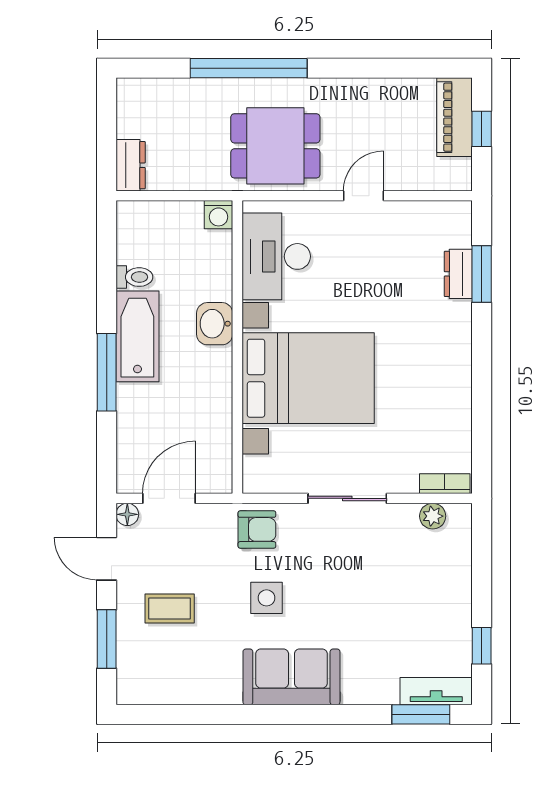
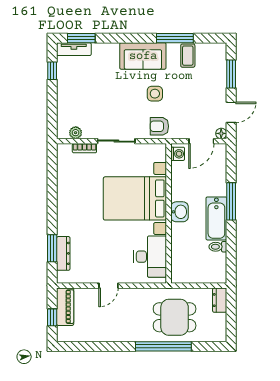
piano: (455, 117) -> (65, 307), moved
dining table: (275, 146) -> (175, 317), moved
washing machine: (218, 215) -> (178, 154), moved, turned 90
dresser: (458, 274) -> (63, 253), width x1.44
washbasin: (215, 324) -> (180, 212), moved
bookcase: (445, 484) -> (84, 148), moved
door: (107, 559) -> (231, 112), hinge flipped
coffee table: (170, 608) -> (188, 56), moved, turned 90
window: (225, 714) -> (175, 38), added

